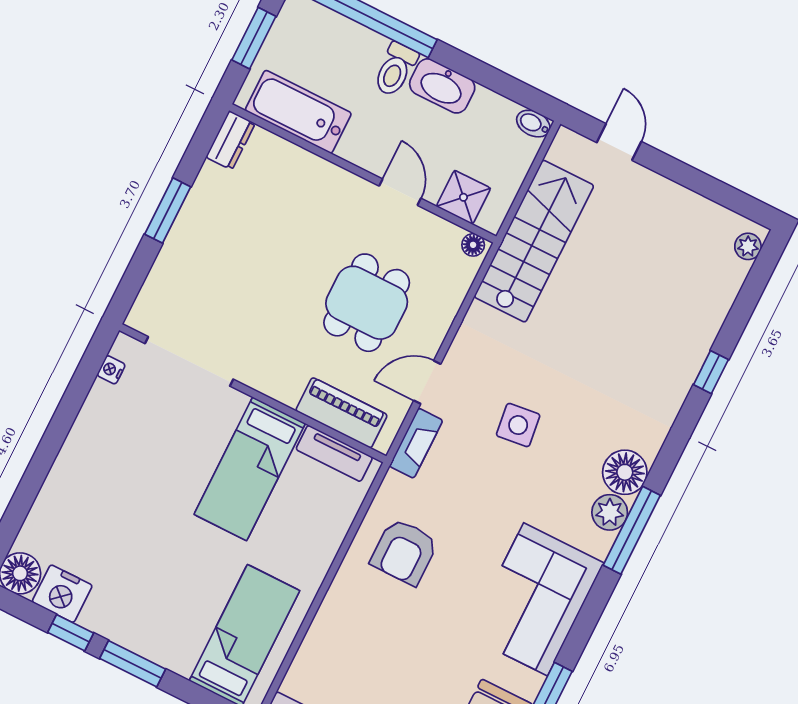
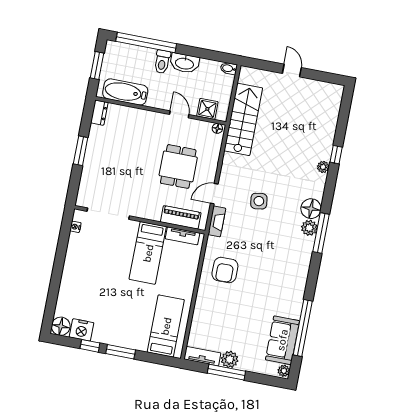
door: (619, 142) -> (292, 70), moved
plant: (748, 246) -> (323, 167), moved
corner sofa: (536, 599) -> (288, 275), removed

